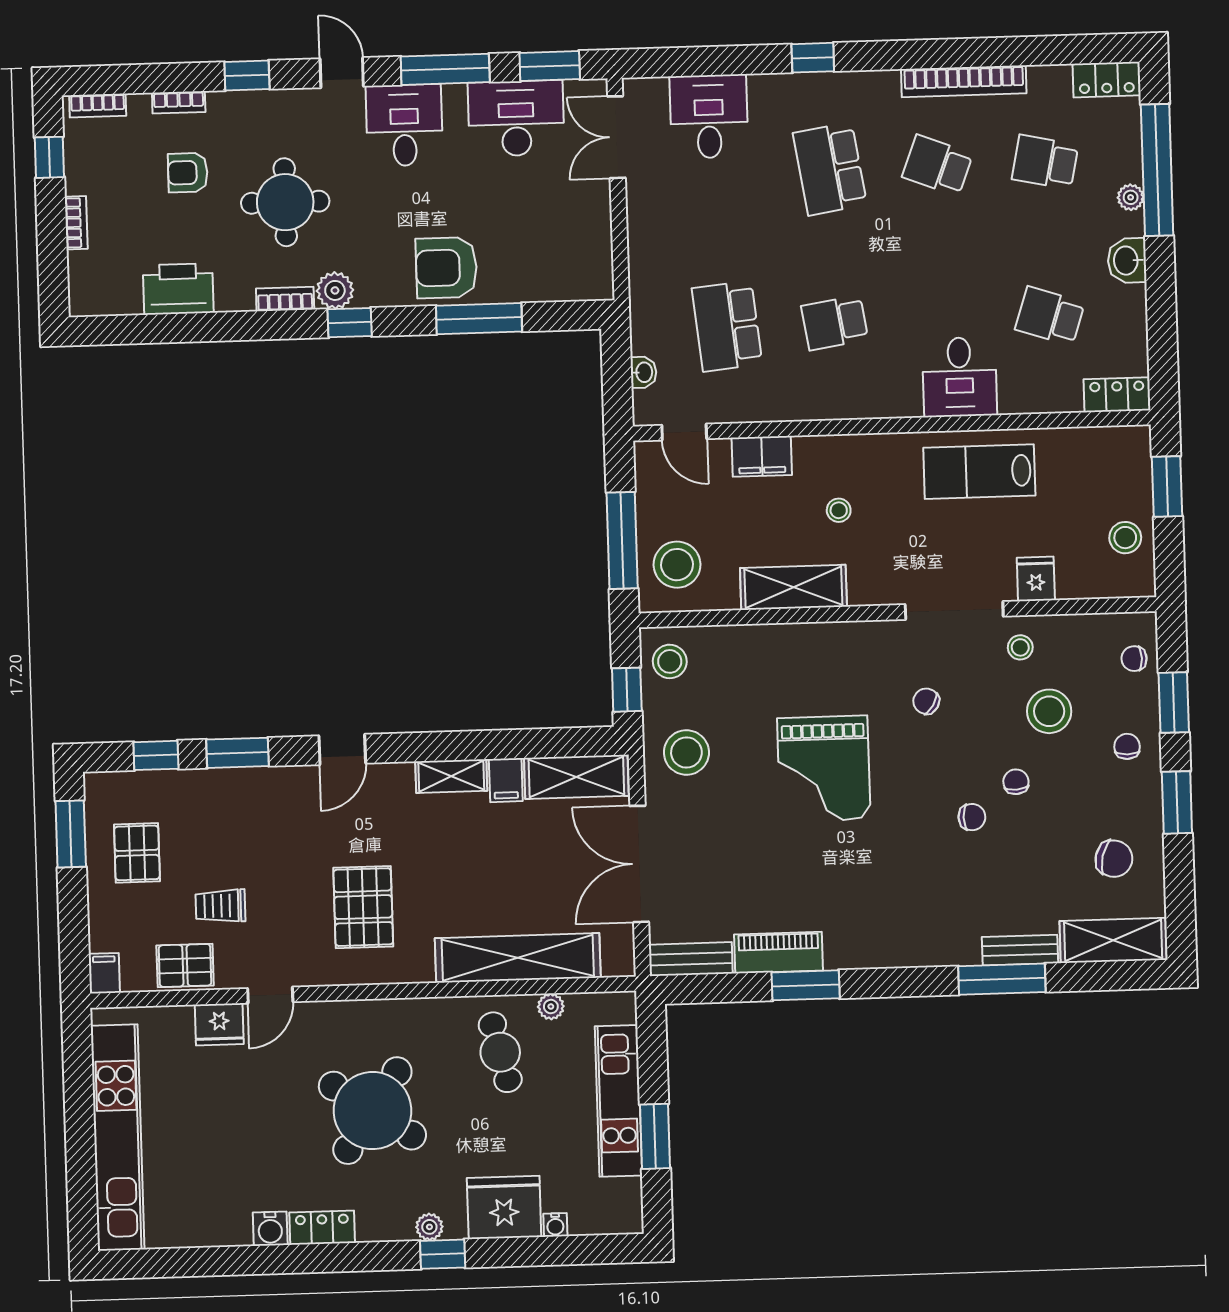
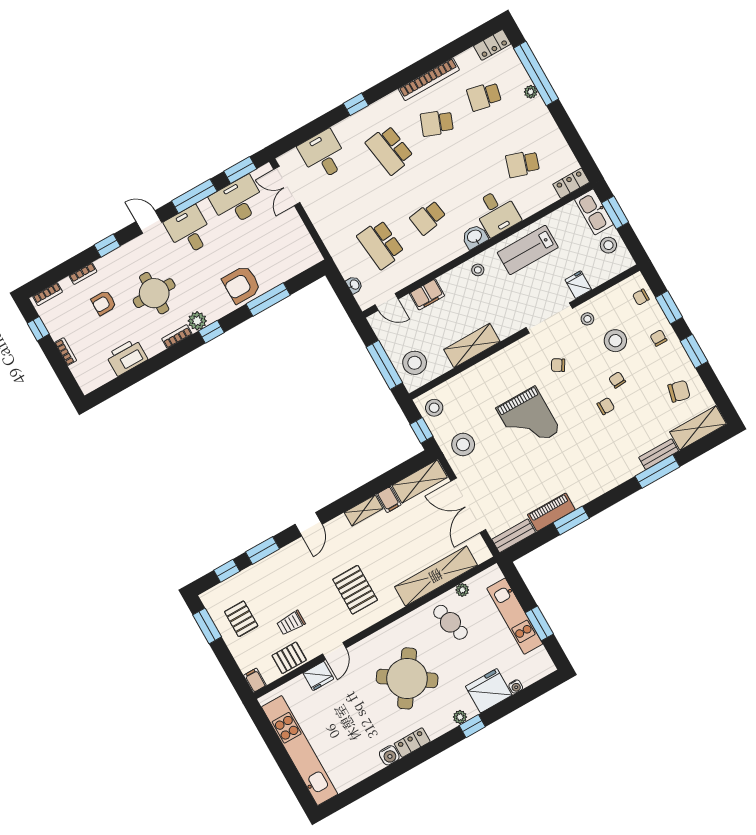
washbasin: (1127, 260) -> (475, 237), moved, turned 90
kitchen sink: (1131, 466) -> (594, 212), added
stool: (839, 510) -> (478, 270), moved

